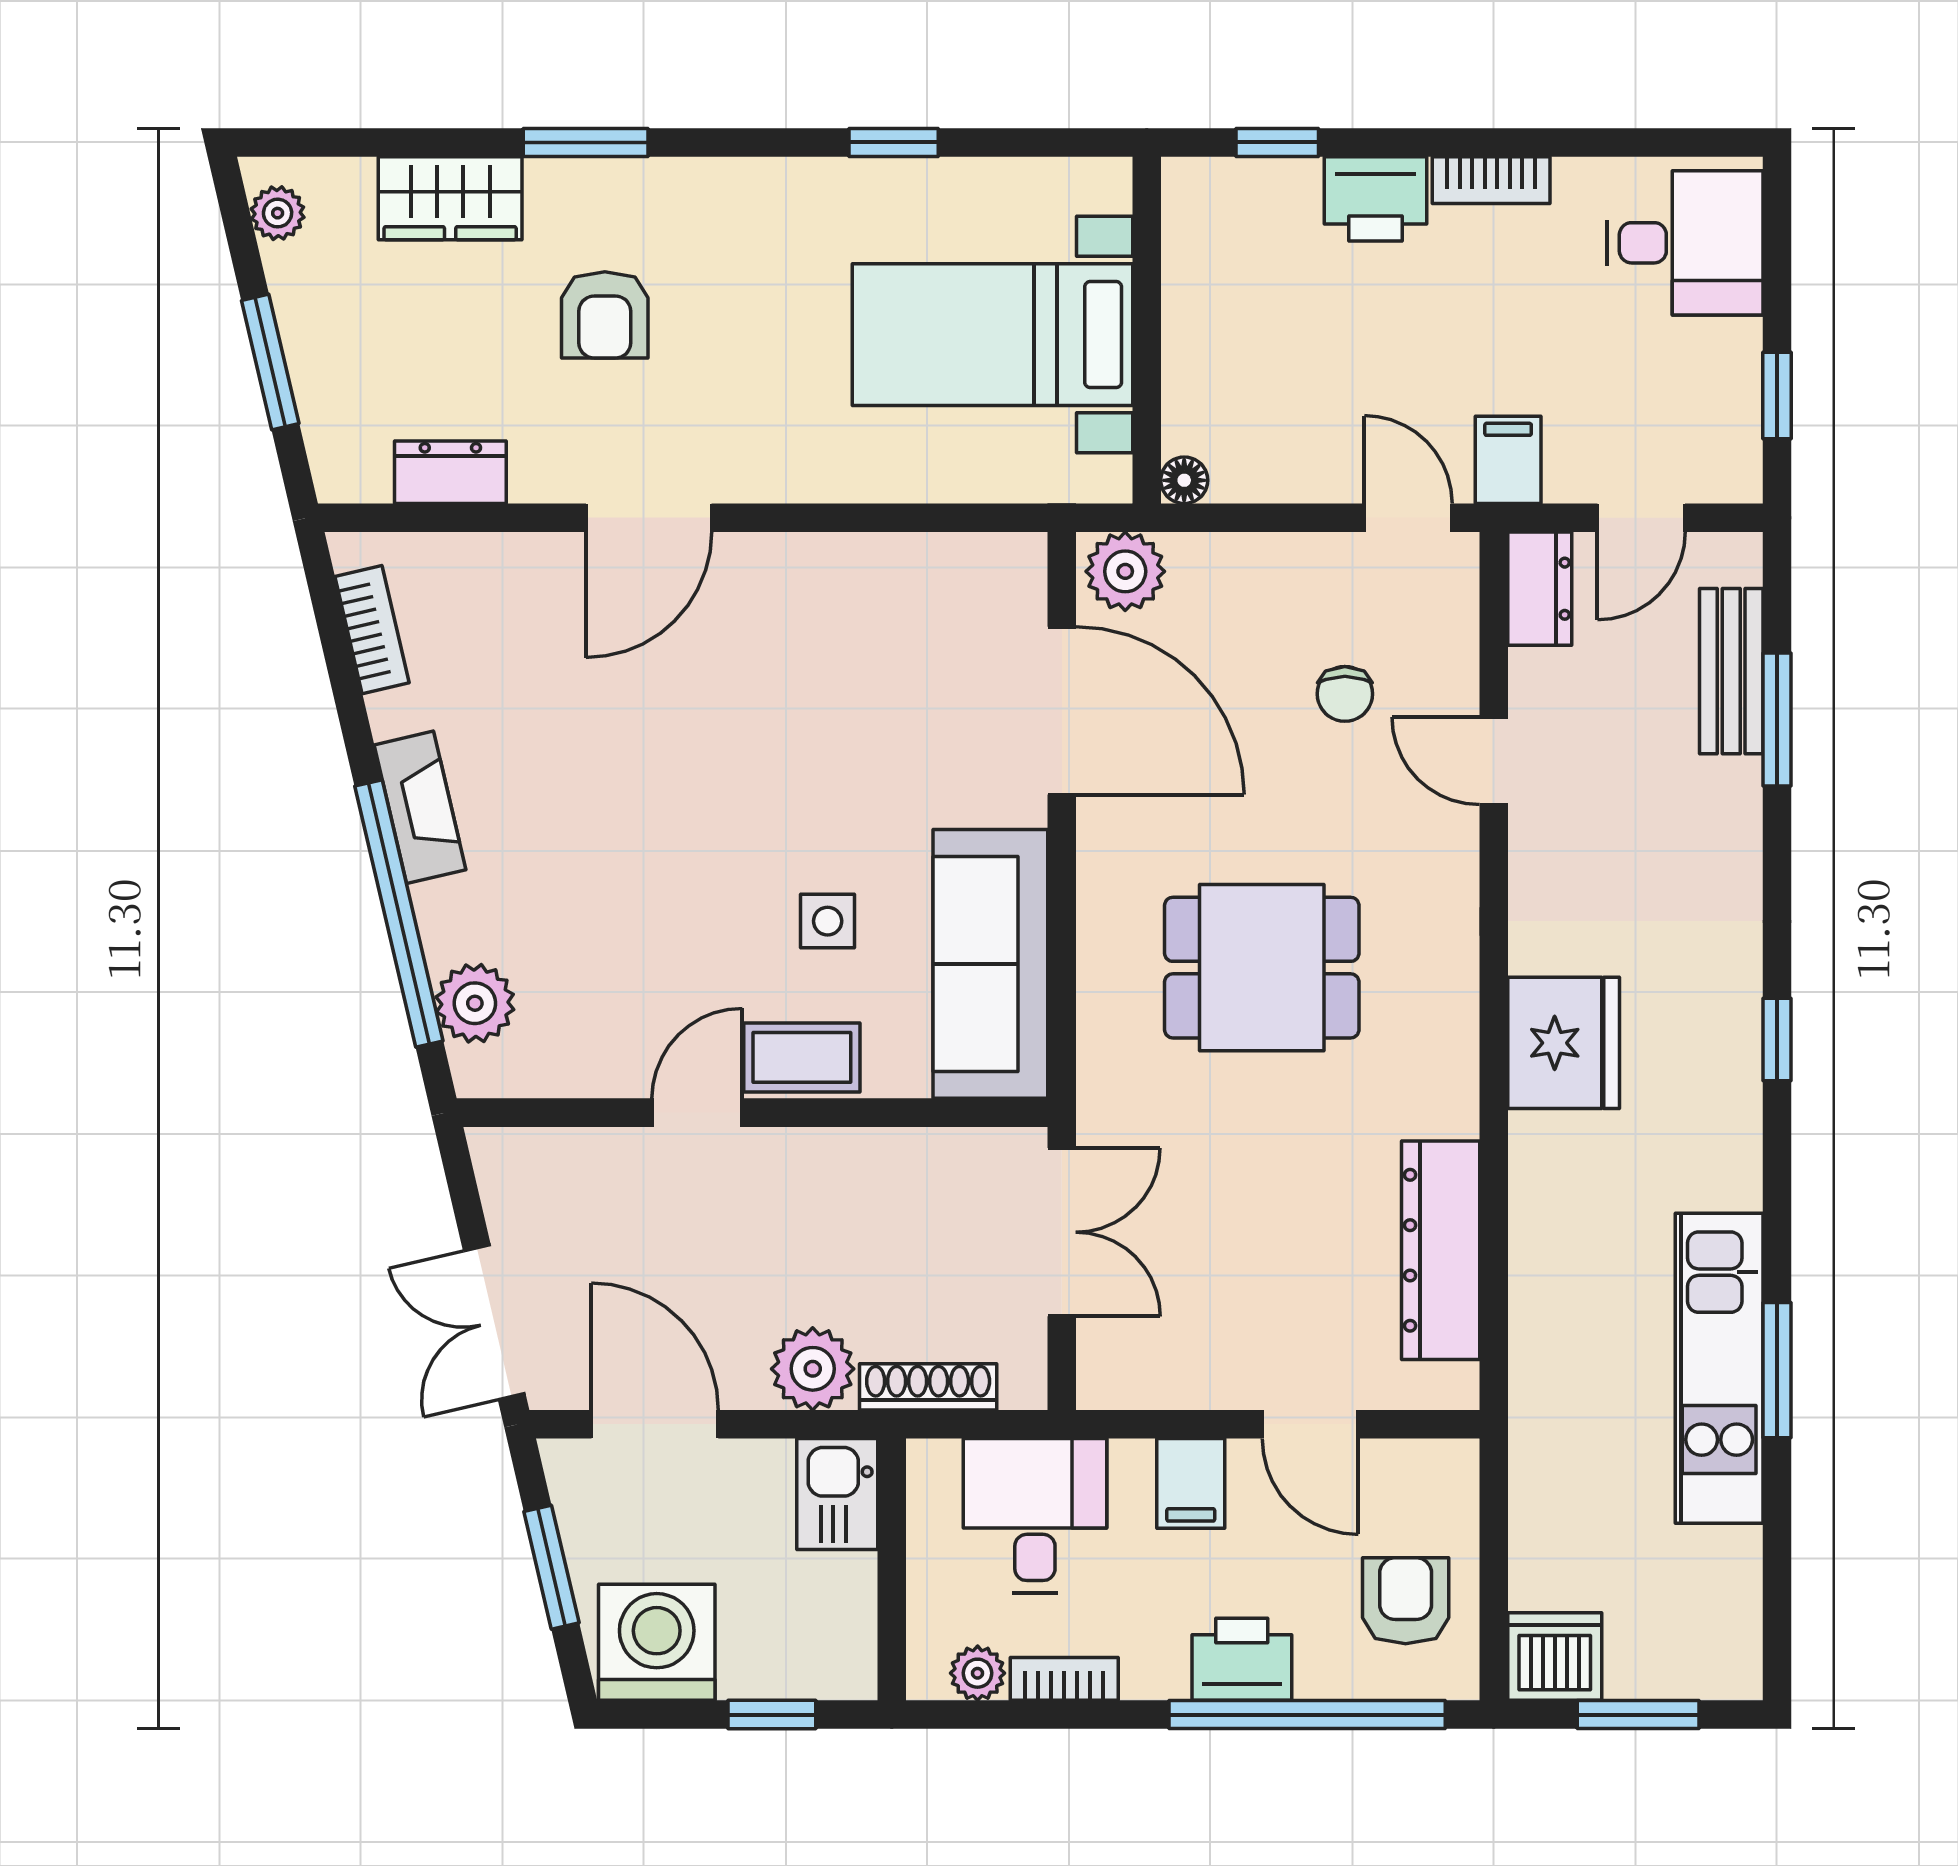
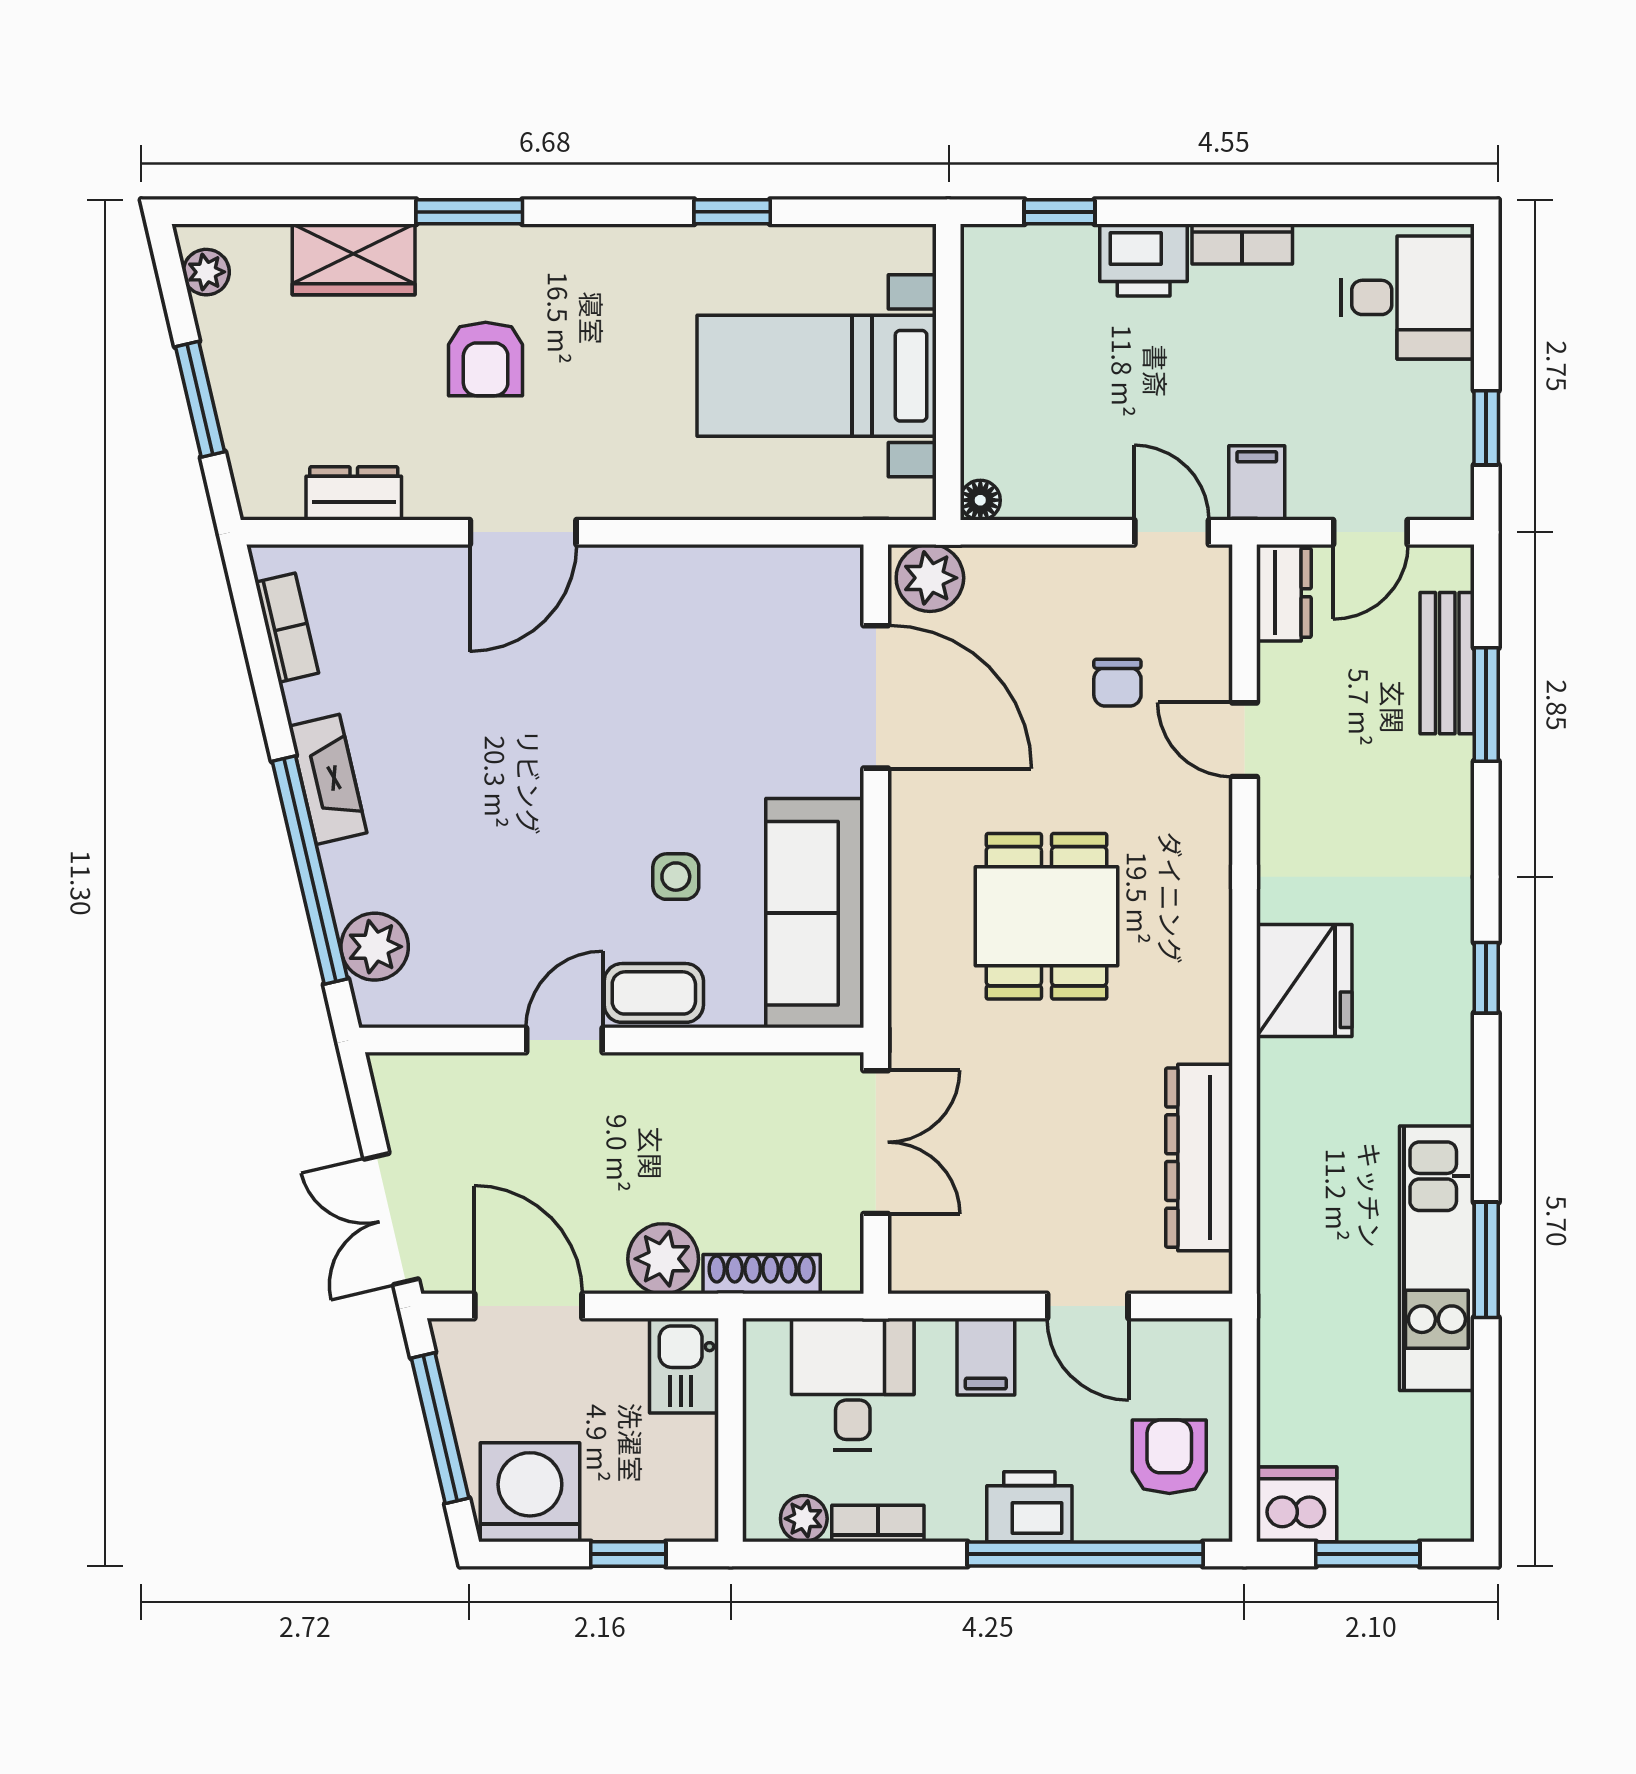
dining table: (1262, 968) -> (1046, 916), turned 90
window: (551, 1567) -> (440, 1428), width x1.44

